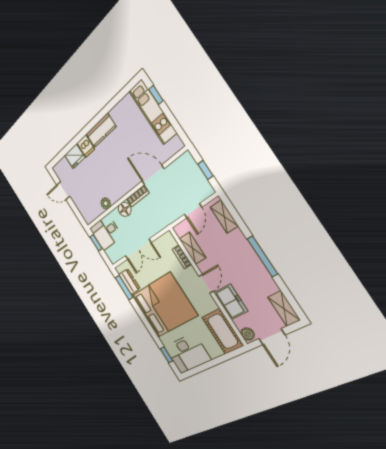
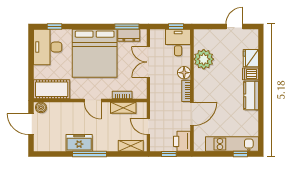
printer: (184, 166) -> (182, 141), added
plant: (106, 203) -> (204, 59), width x1.88, depth x1.88
freezer: (231, 302) -> (79, 143), moved, turned 180
shelving: (284, 309) -> (47, 145), removed

